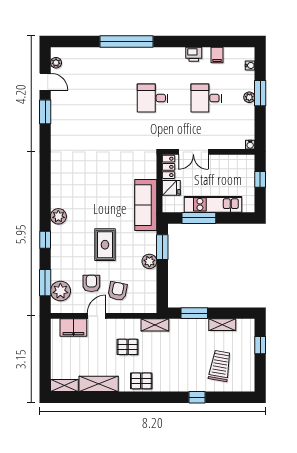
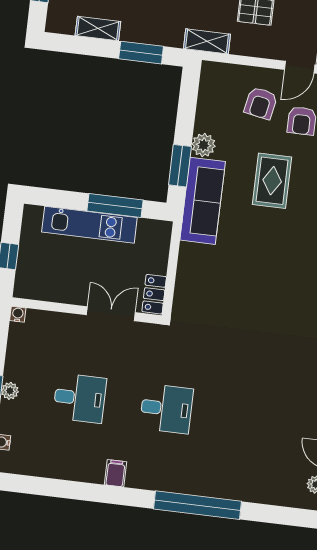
printer: (194, 54) -> (91, 471), removed
filing cabinet: (217, 55) -> (115, 473), moved
fridge: (171, 188) -> (154, 260), removed
sofa: (146, 205) -> (203, 201), moved

